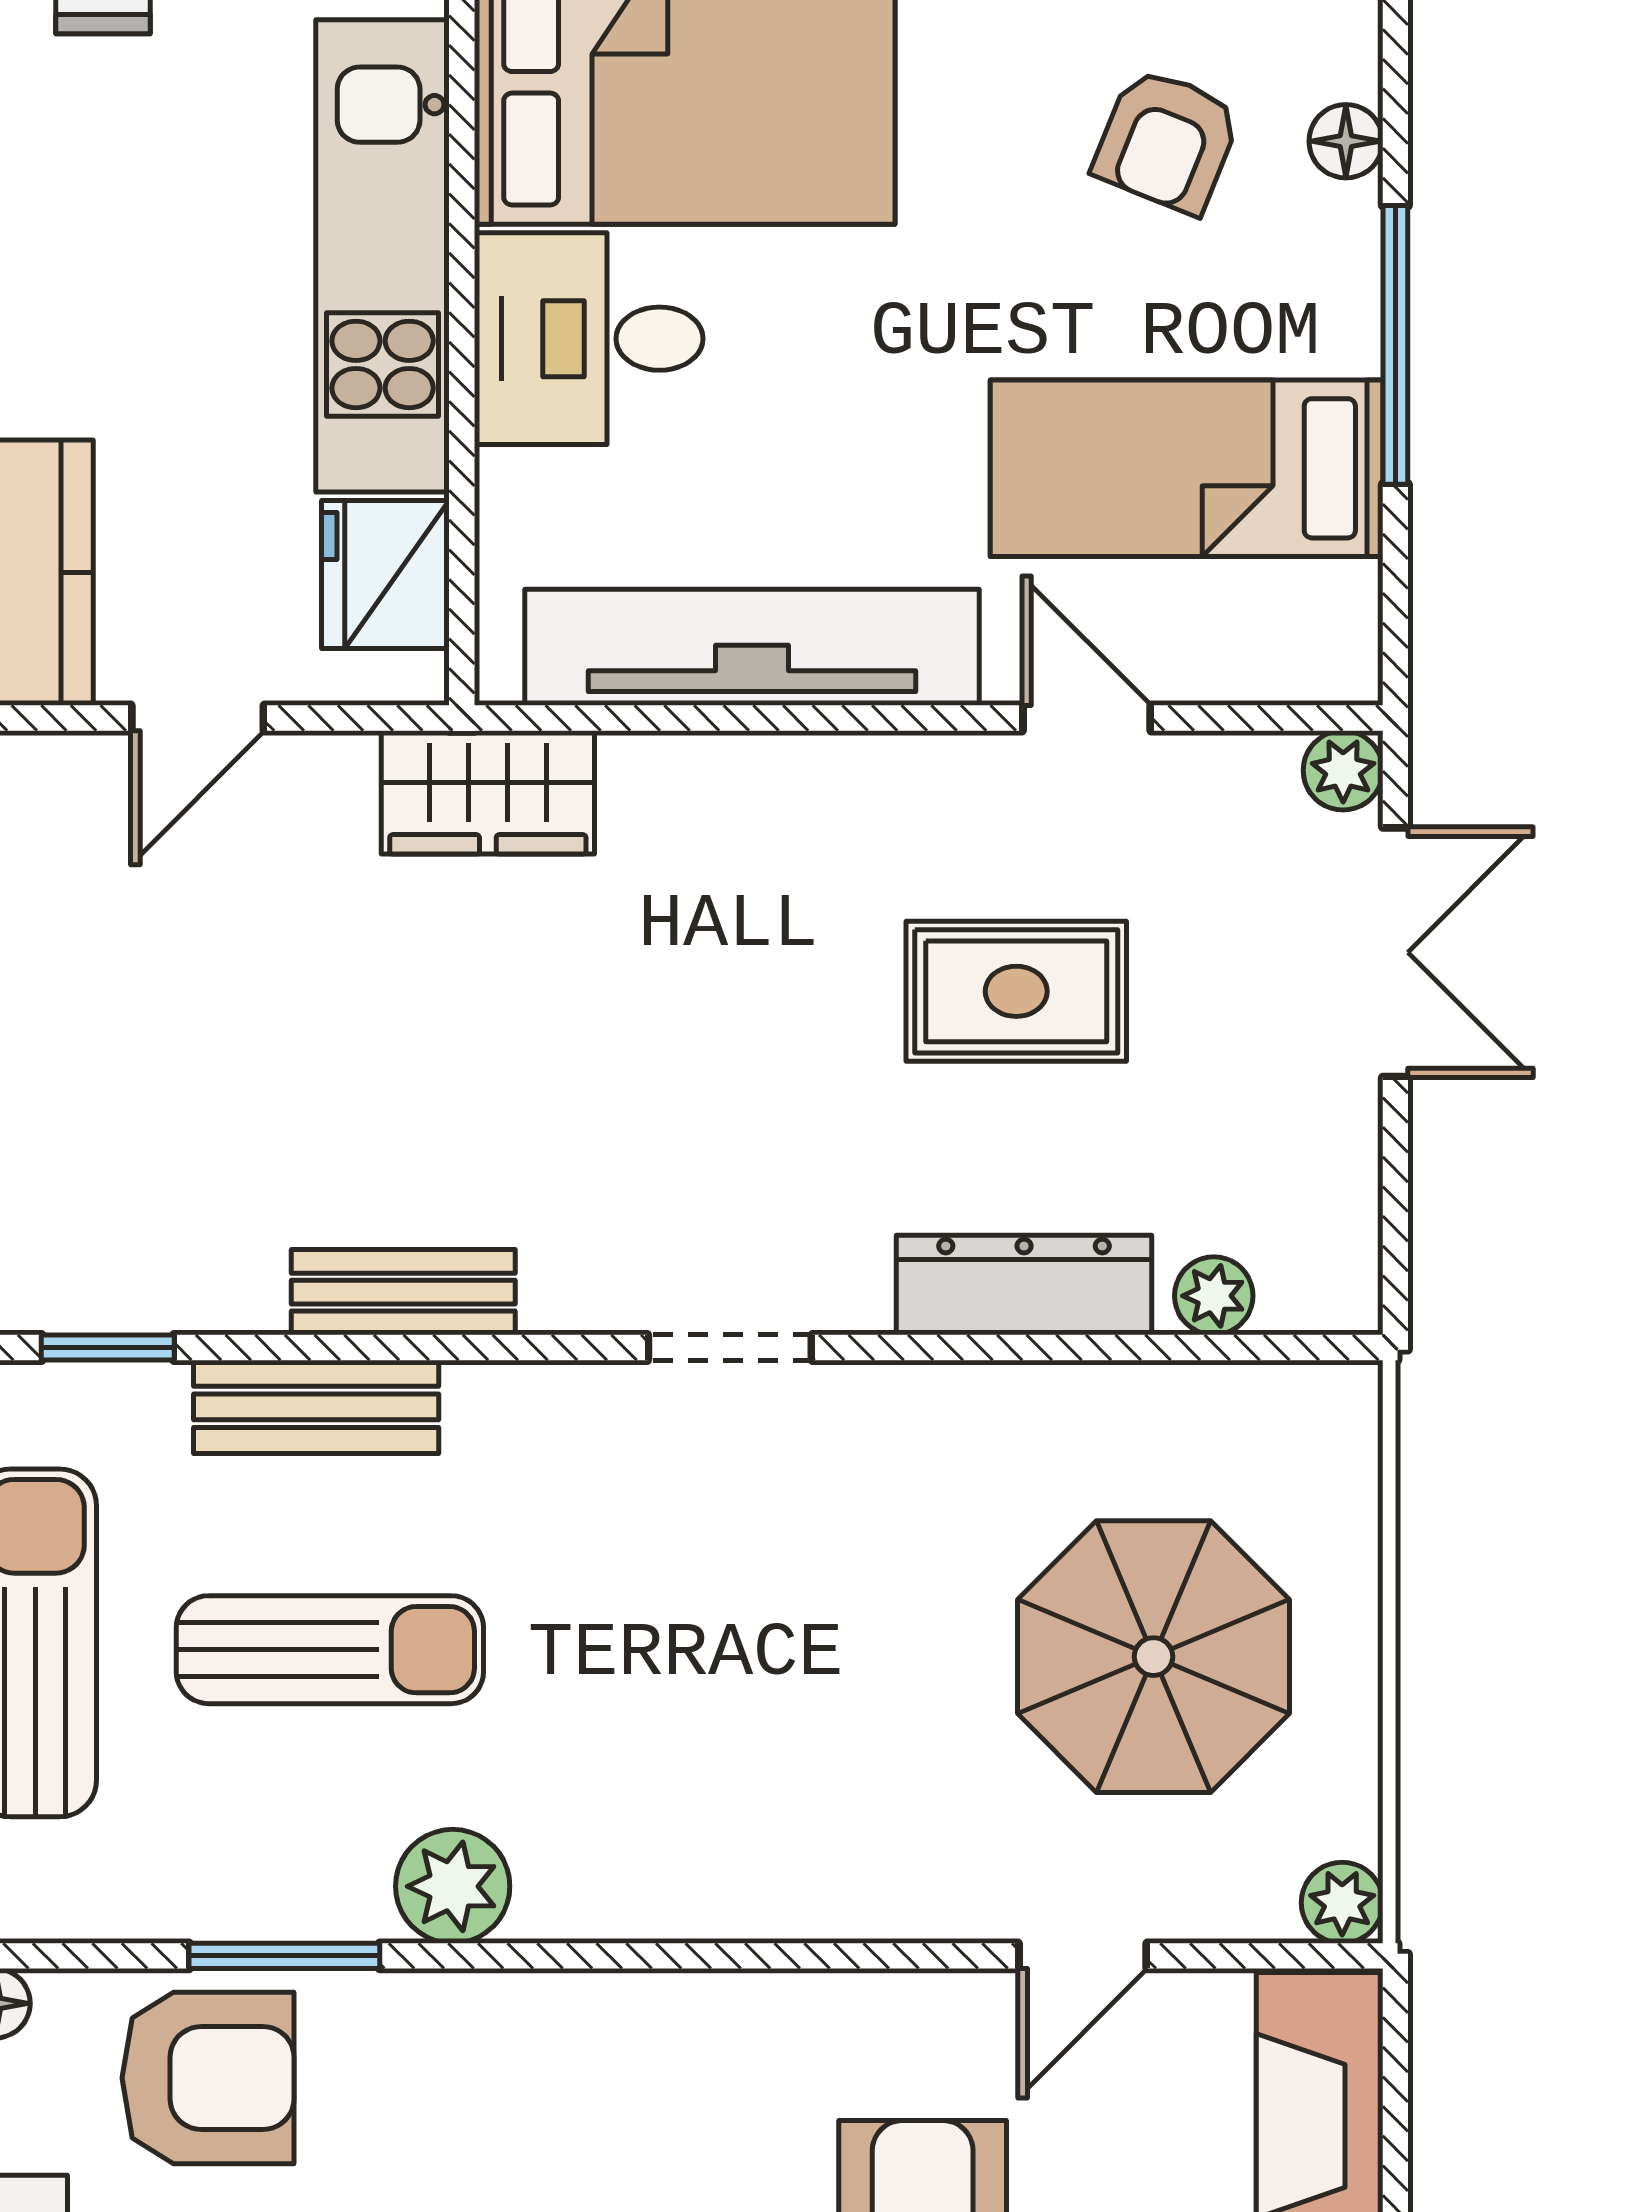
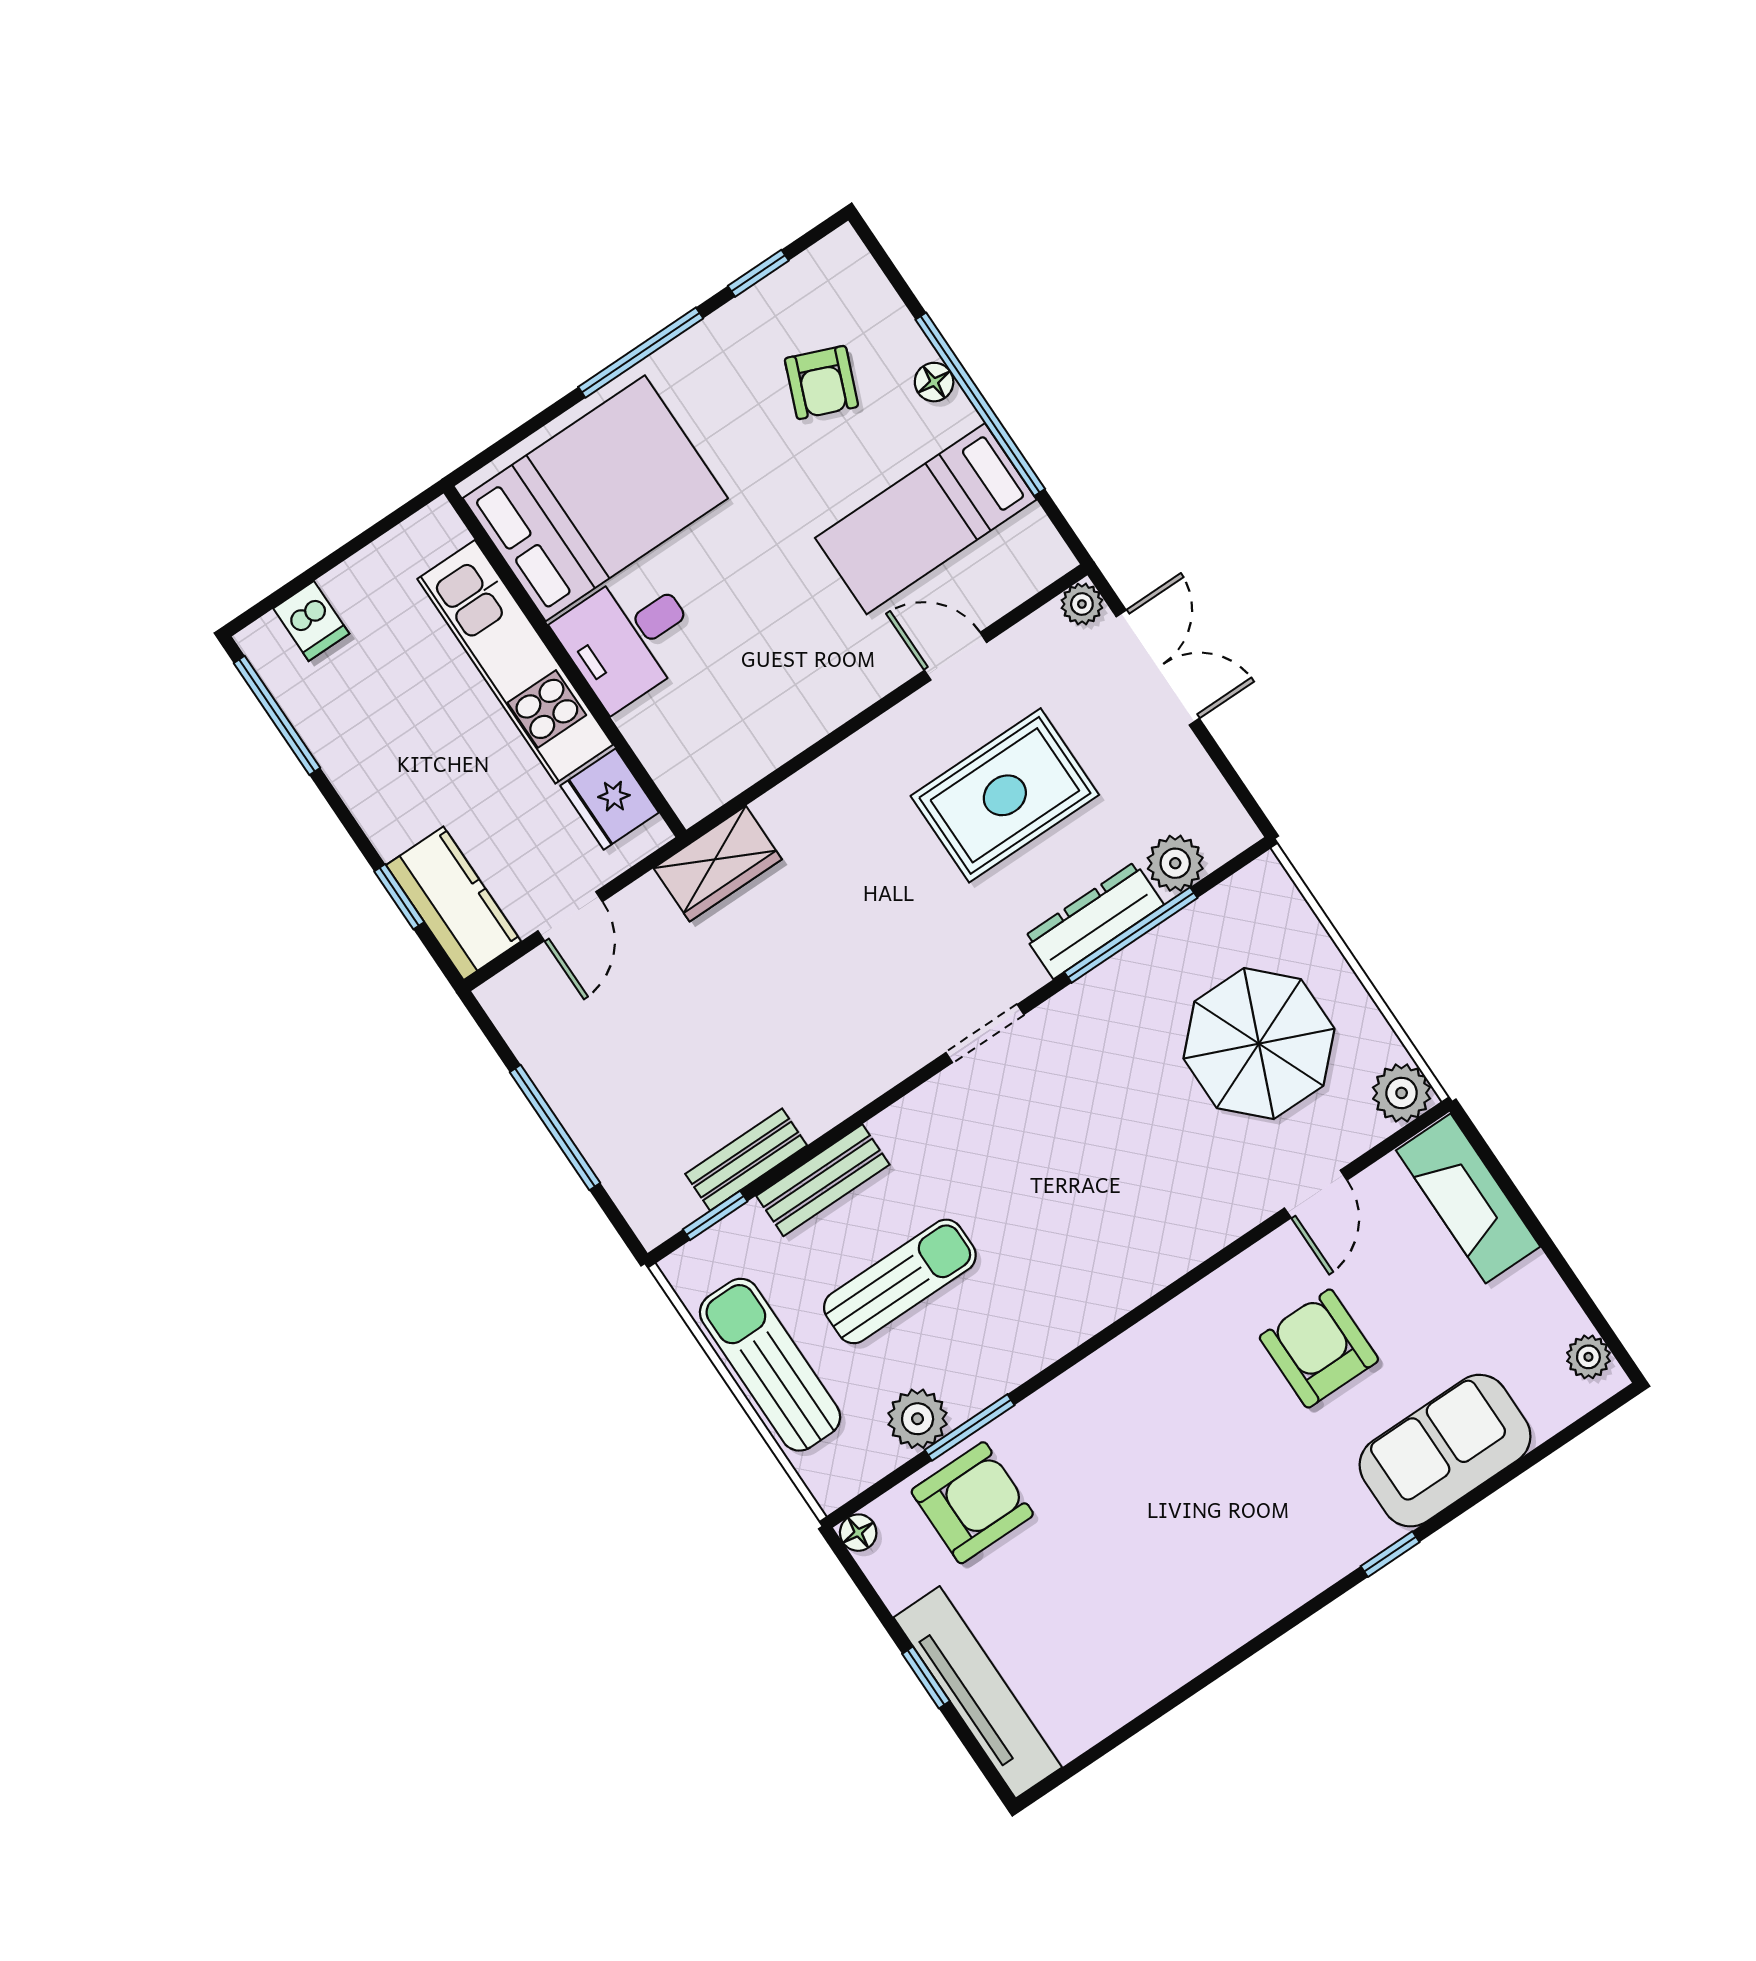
floor lamp: (1346, 141) -> (934, 382), moved
window: (1395, 345) -> (980, 404), width x1.46
tv unit: (752, 647) -> (790, 723), removed
rug: (1016, 991) -> (1005, 795), width x1.36, depth x1.43
bench: (403, 1292) -> (746, 1160), moved
plant: (1214, 1296) -> (1175, 863), width x1.38, depth x1.38
window: (1067, 1347) -> (1131, 935), added
plant: (453, 1886) -> (918, 1419), moved
plant: (1342, 1903) -> (1402, 1093), width x1.38, depth x1.38

